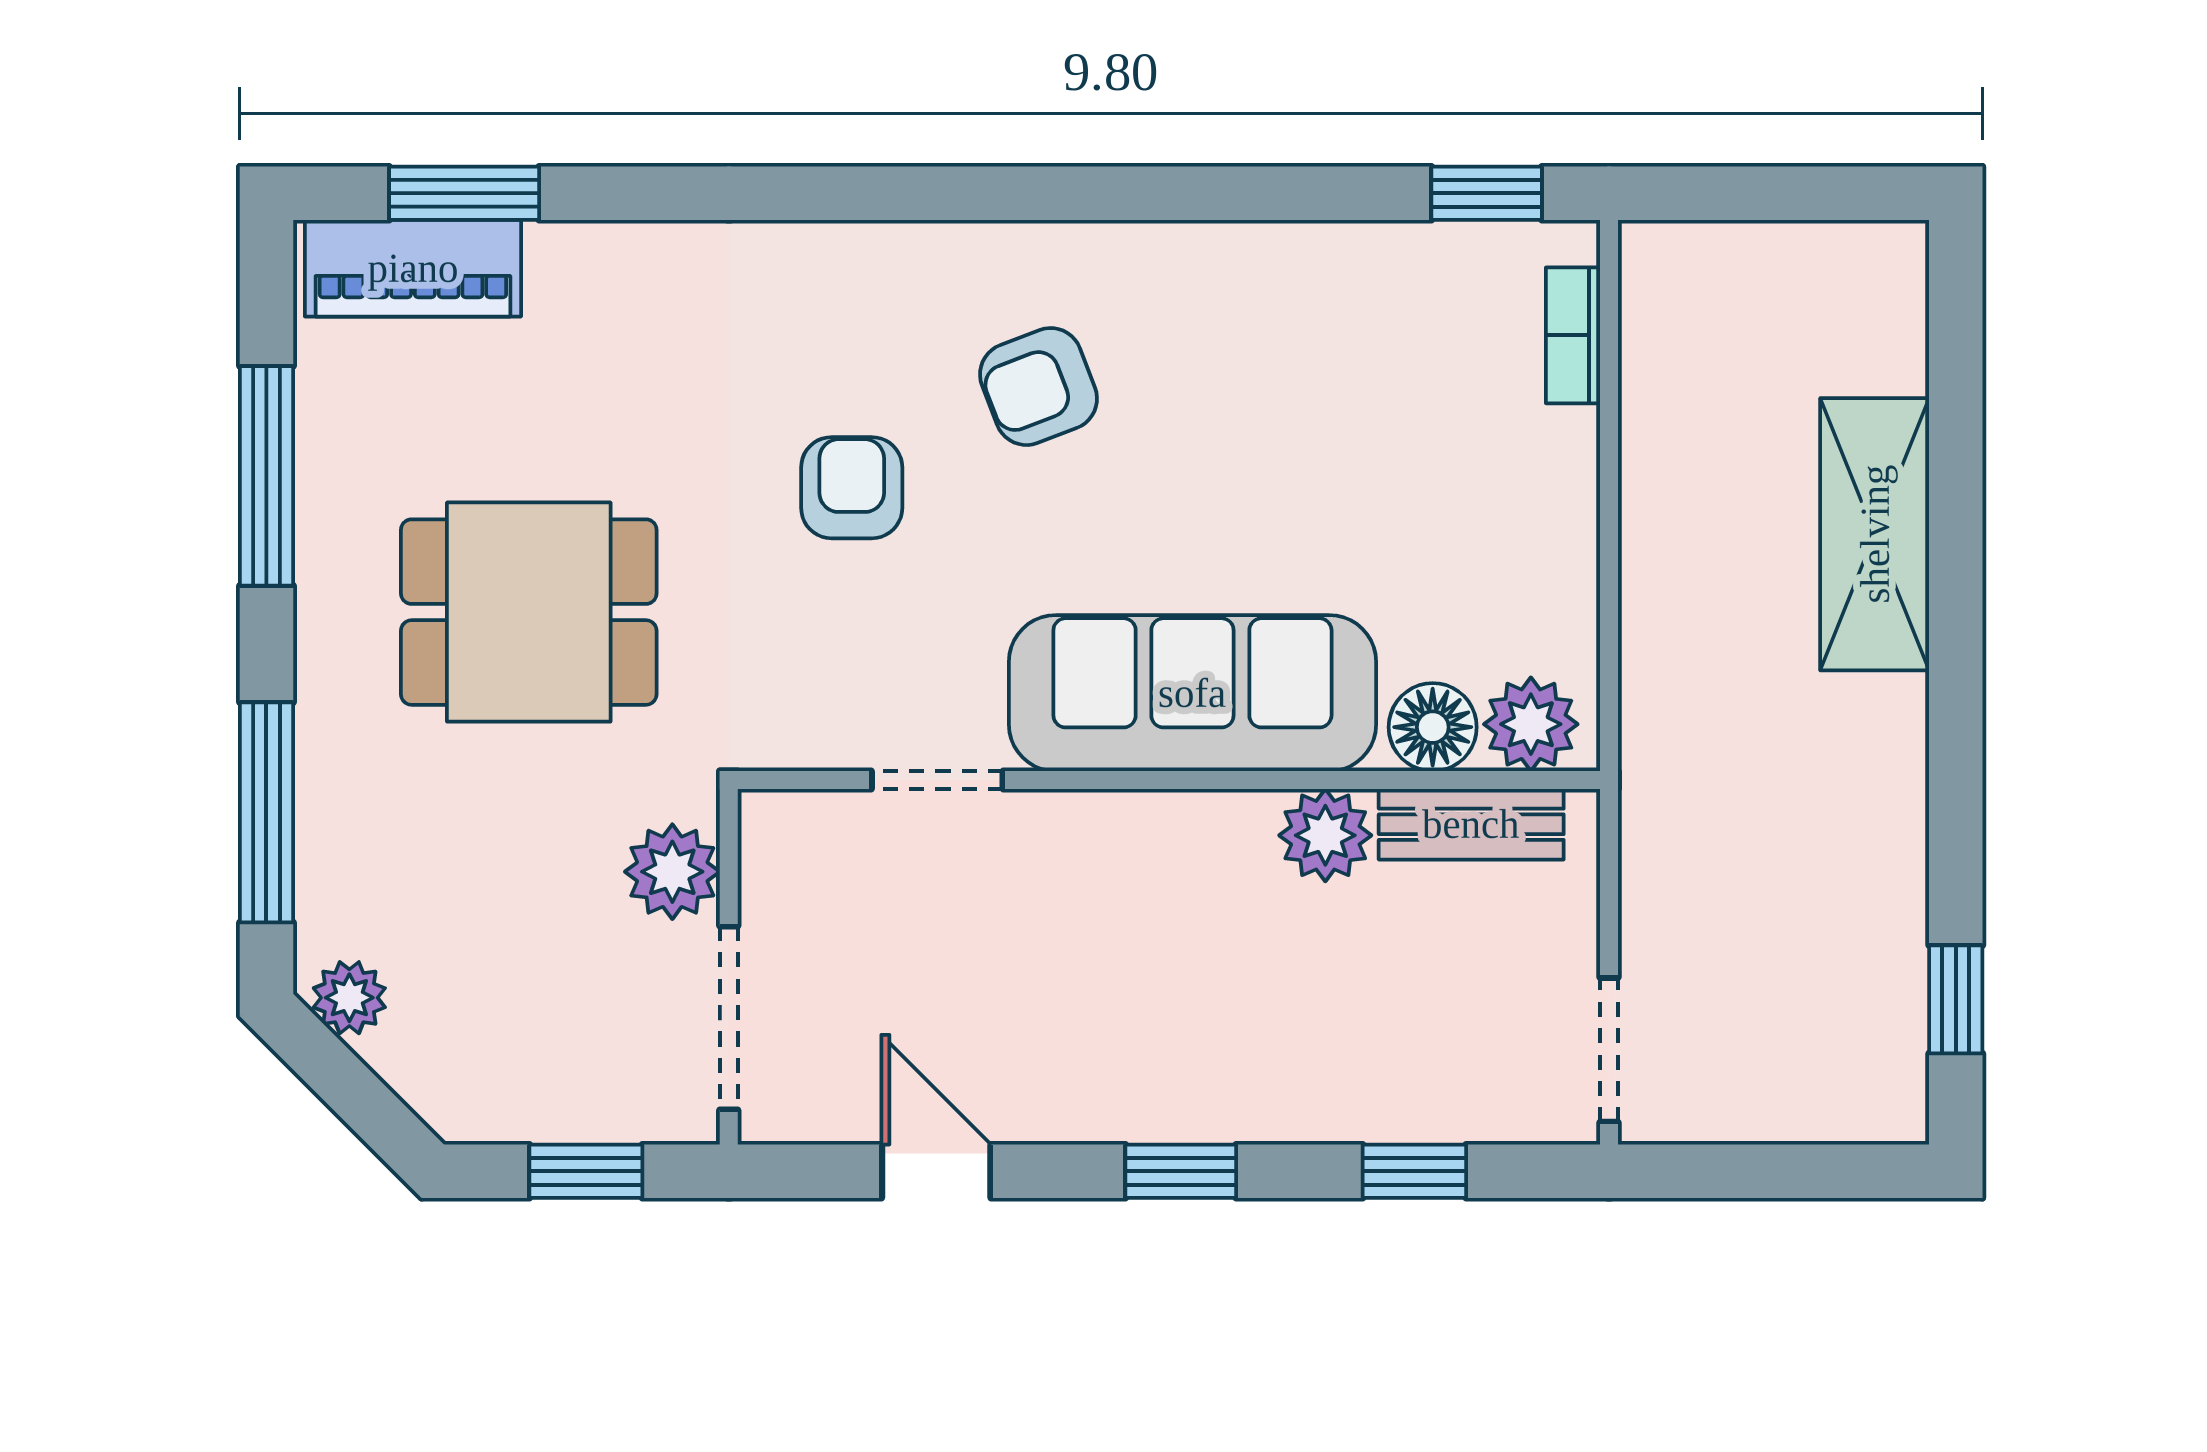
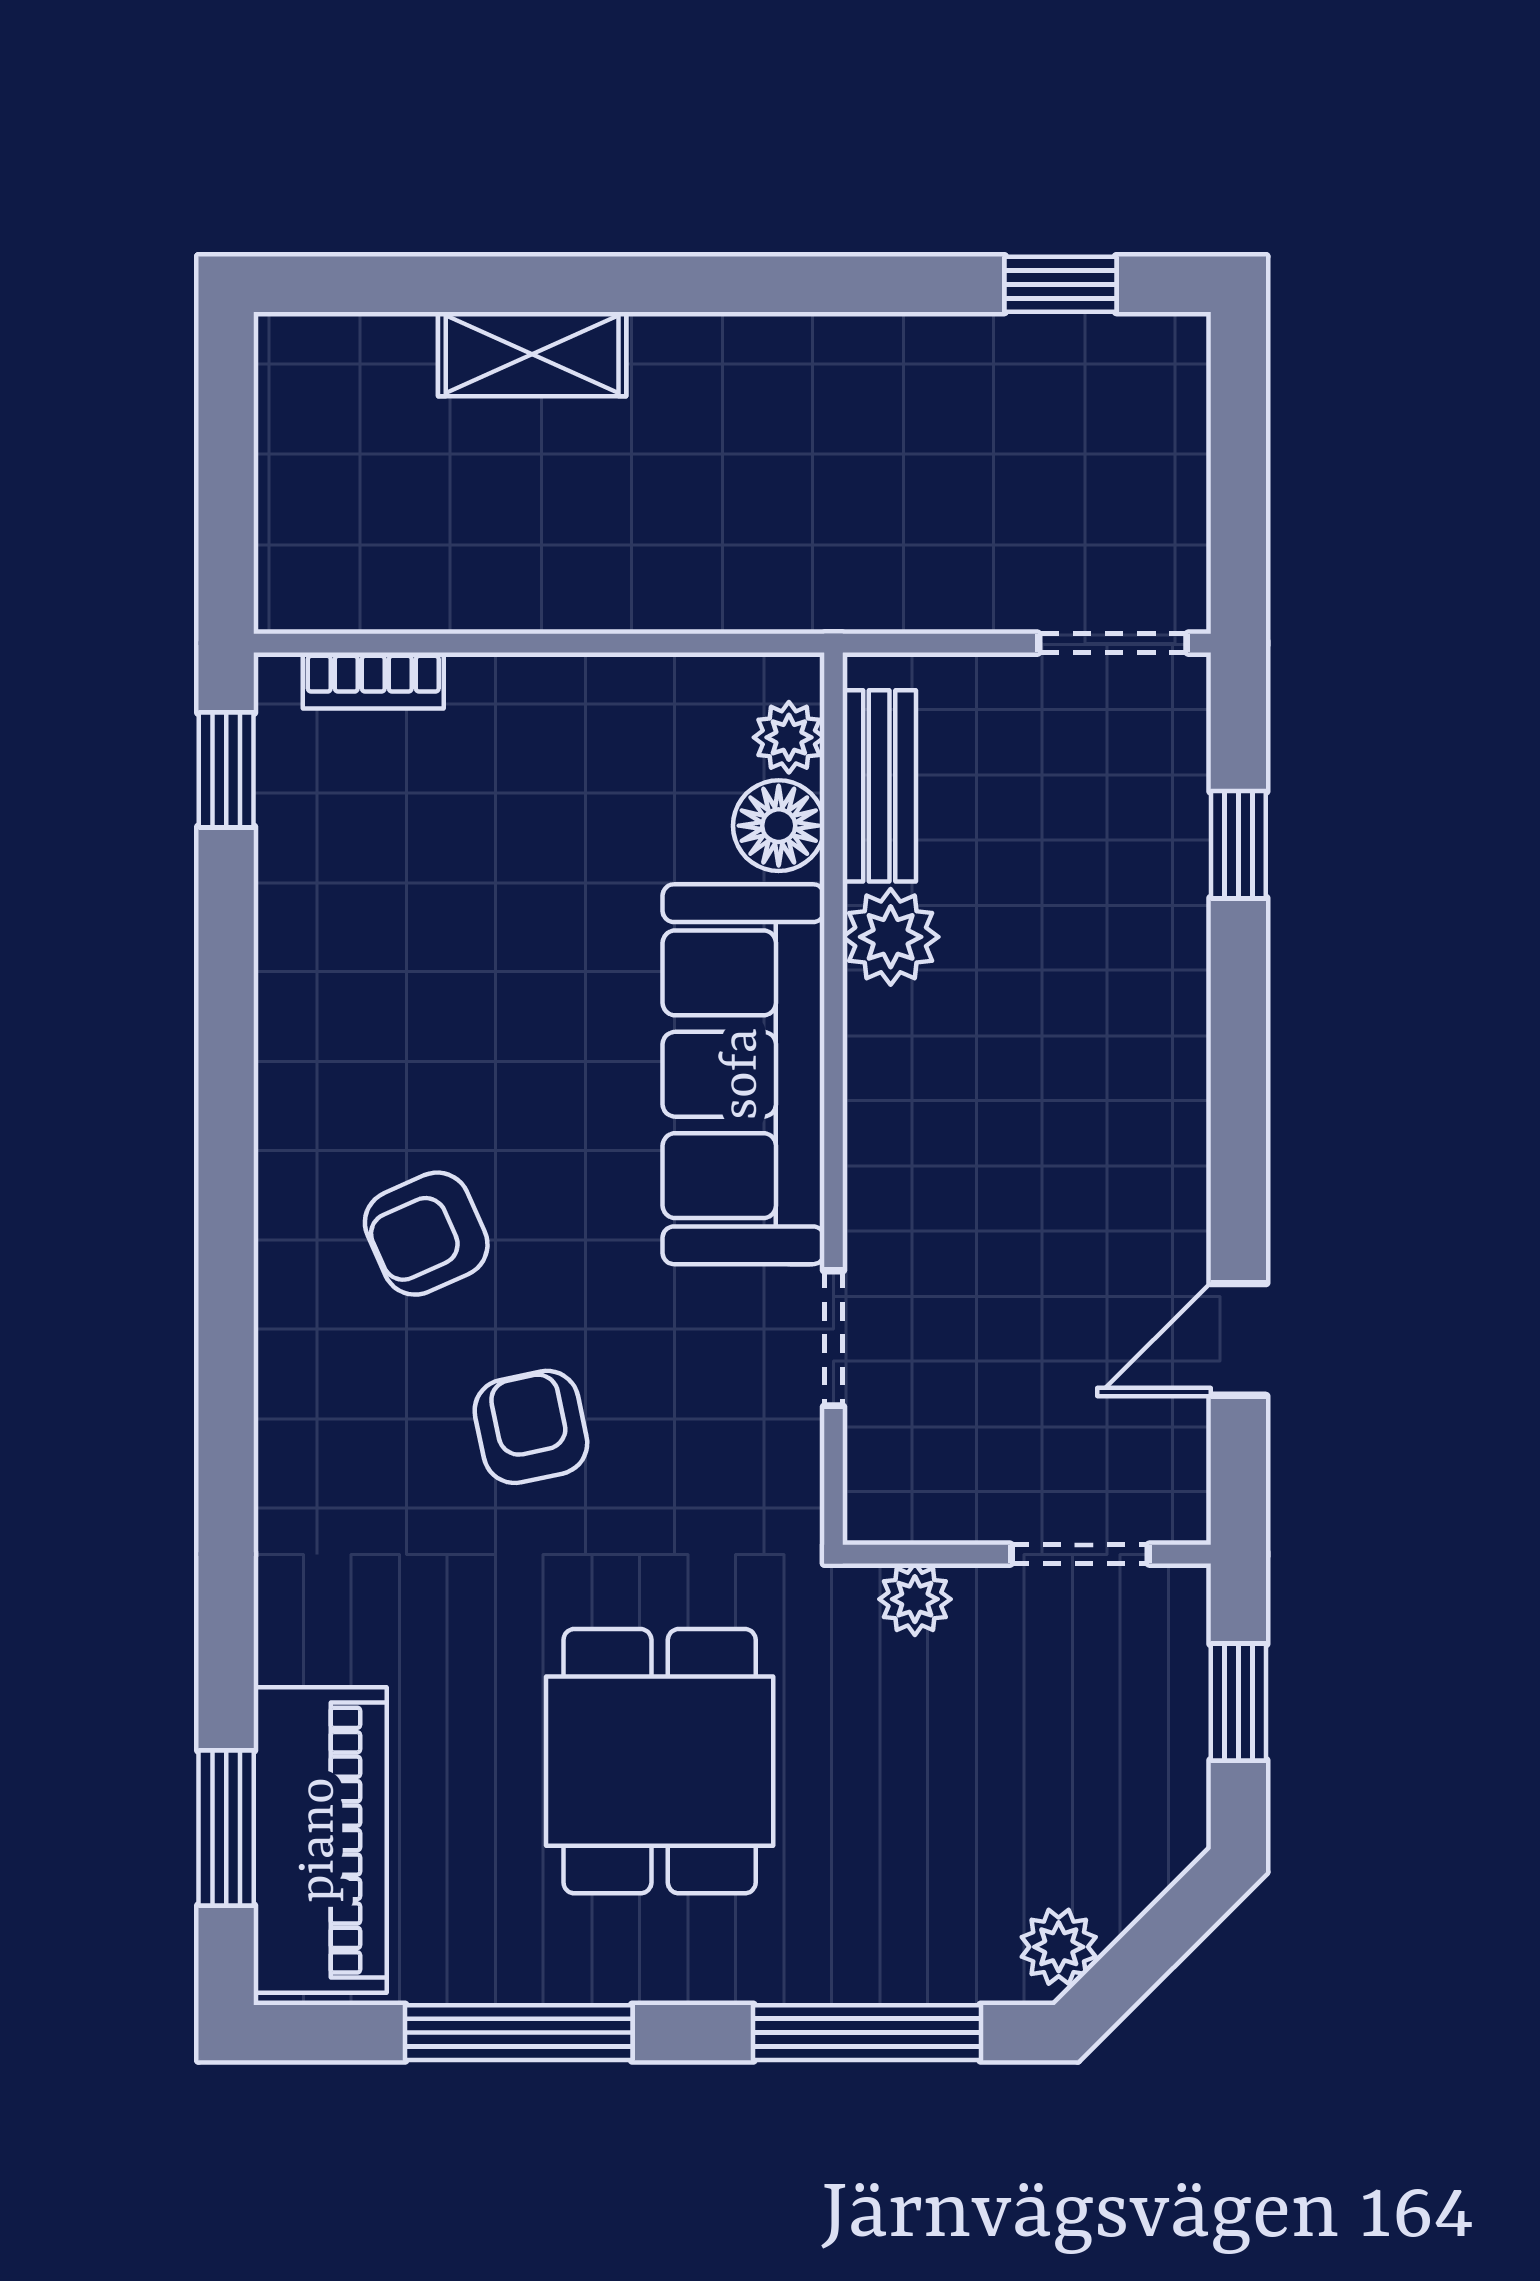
piano: (413, 268) -> (320, 1840), width x1.37, depth x1.33
armchair: (1039, 387) -> (426, 1234), turned 87
armchair: (852, 488) -> (531, 1427), turned 78
shelving: (1875, 534) -> (532, 354), width x0.67, depth x0.75
plant: (1531, 724) -> (789, 737), width x0.73, depth x0.73
plant: (672, 872) -> (915, 1599), width x0.73, depth x0.73
doorway: (729, 1018) -> (1080, 1554), width x0.73
window: (1181, 1171) -> (1238, 1086), removed

